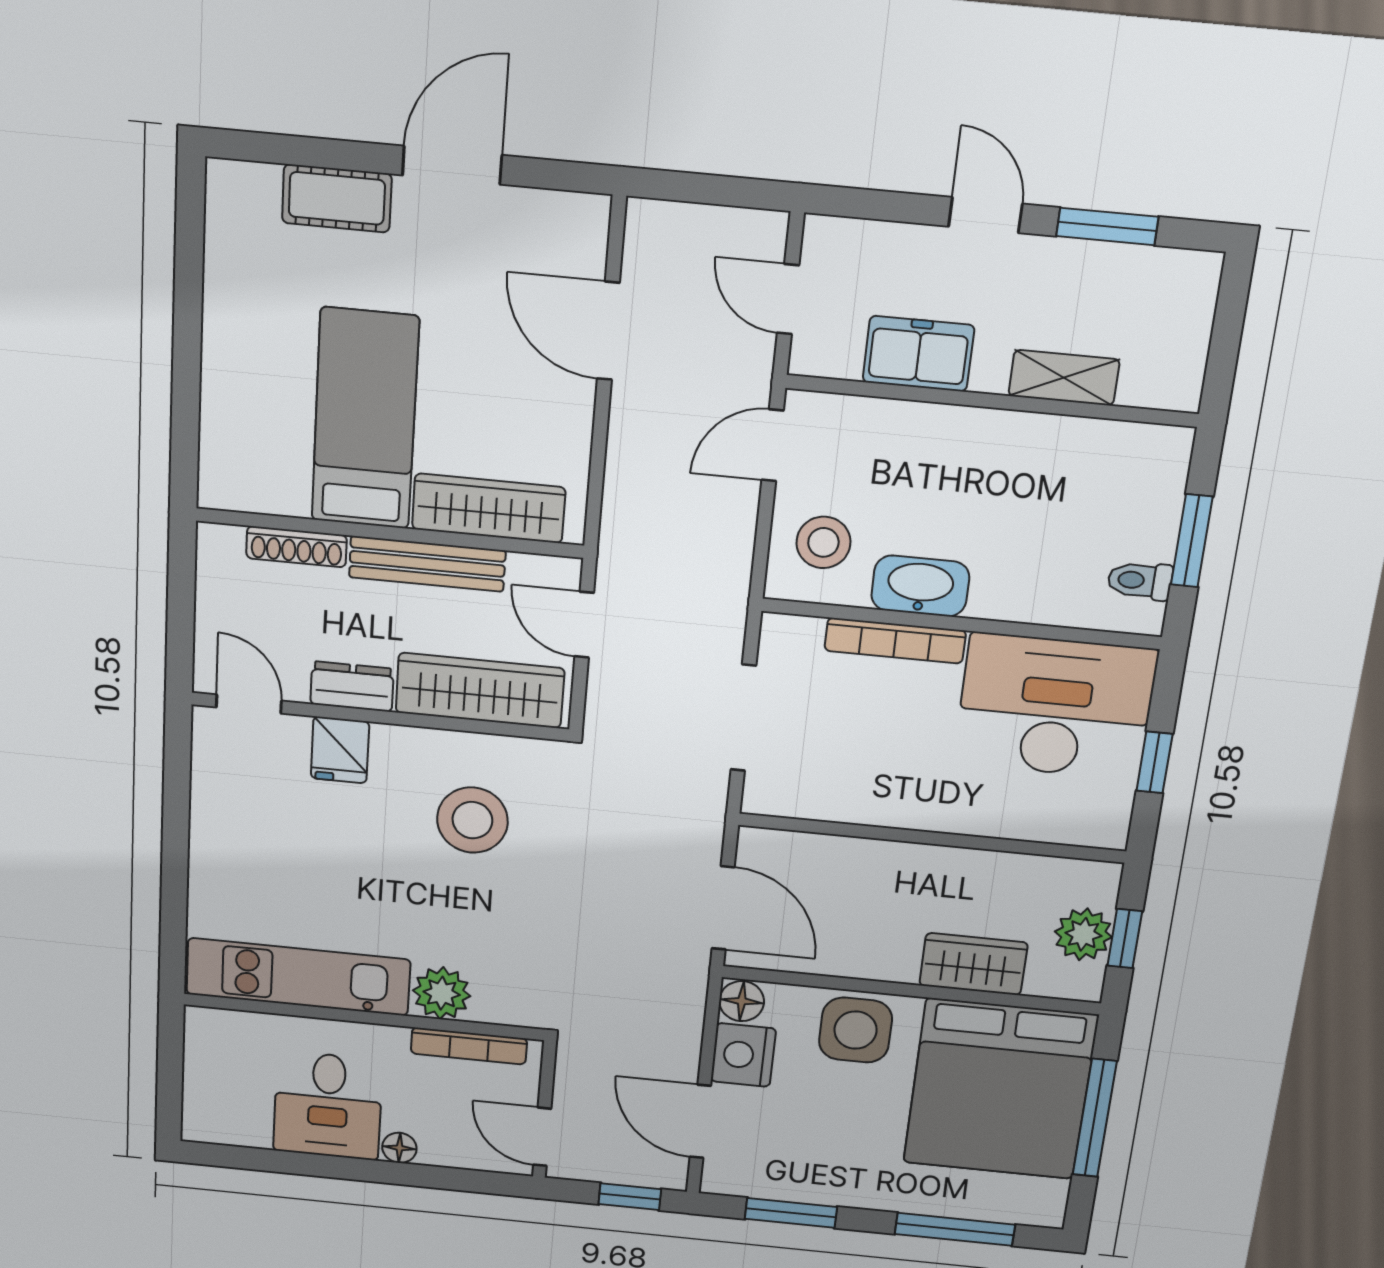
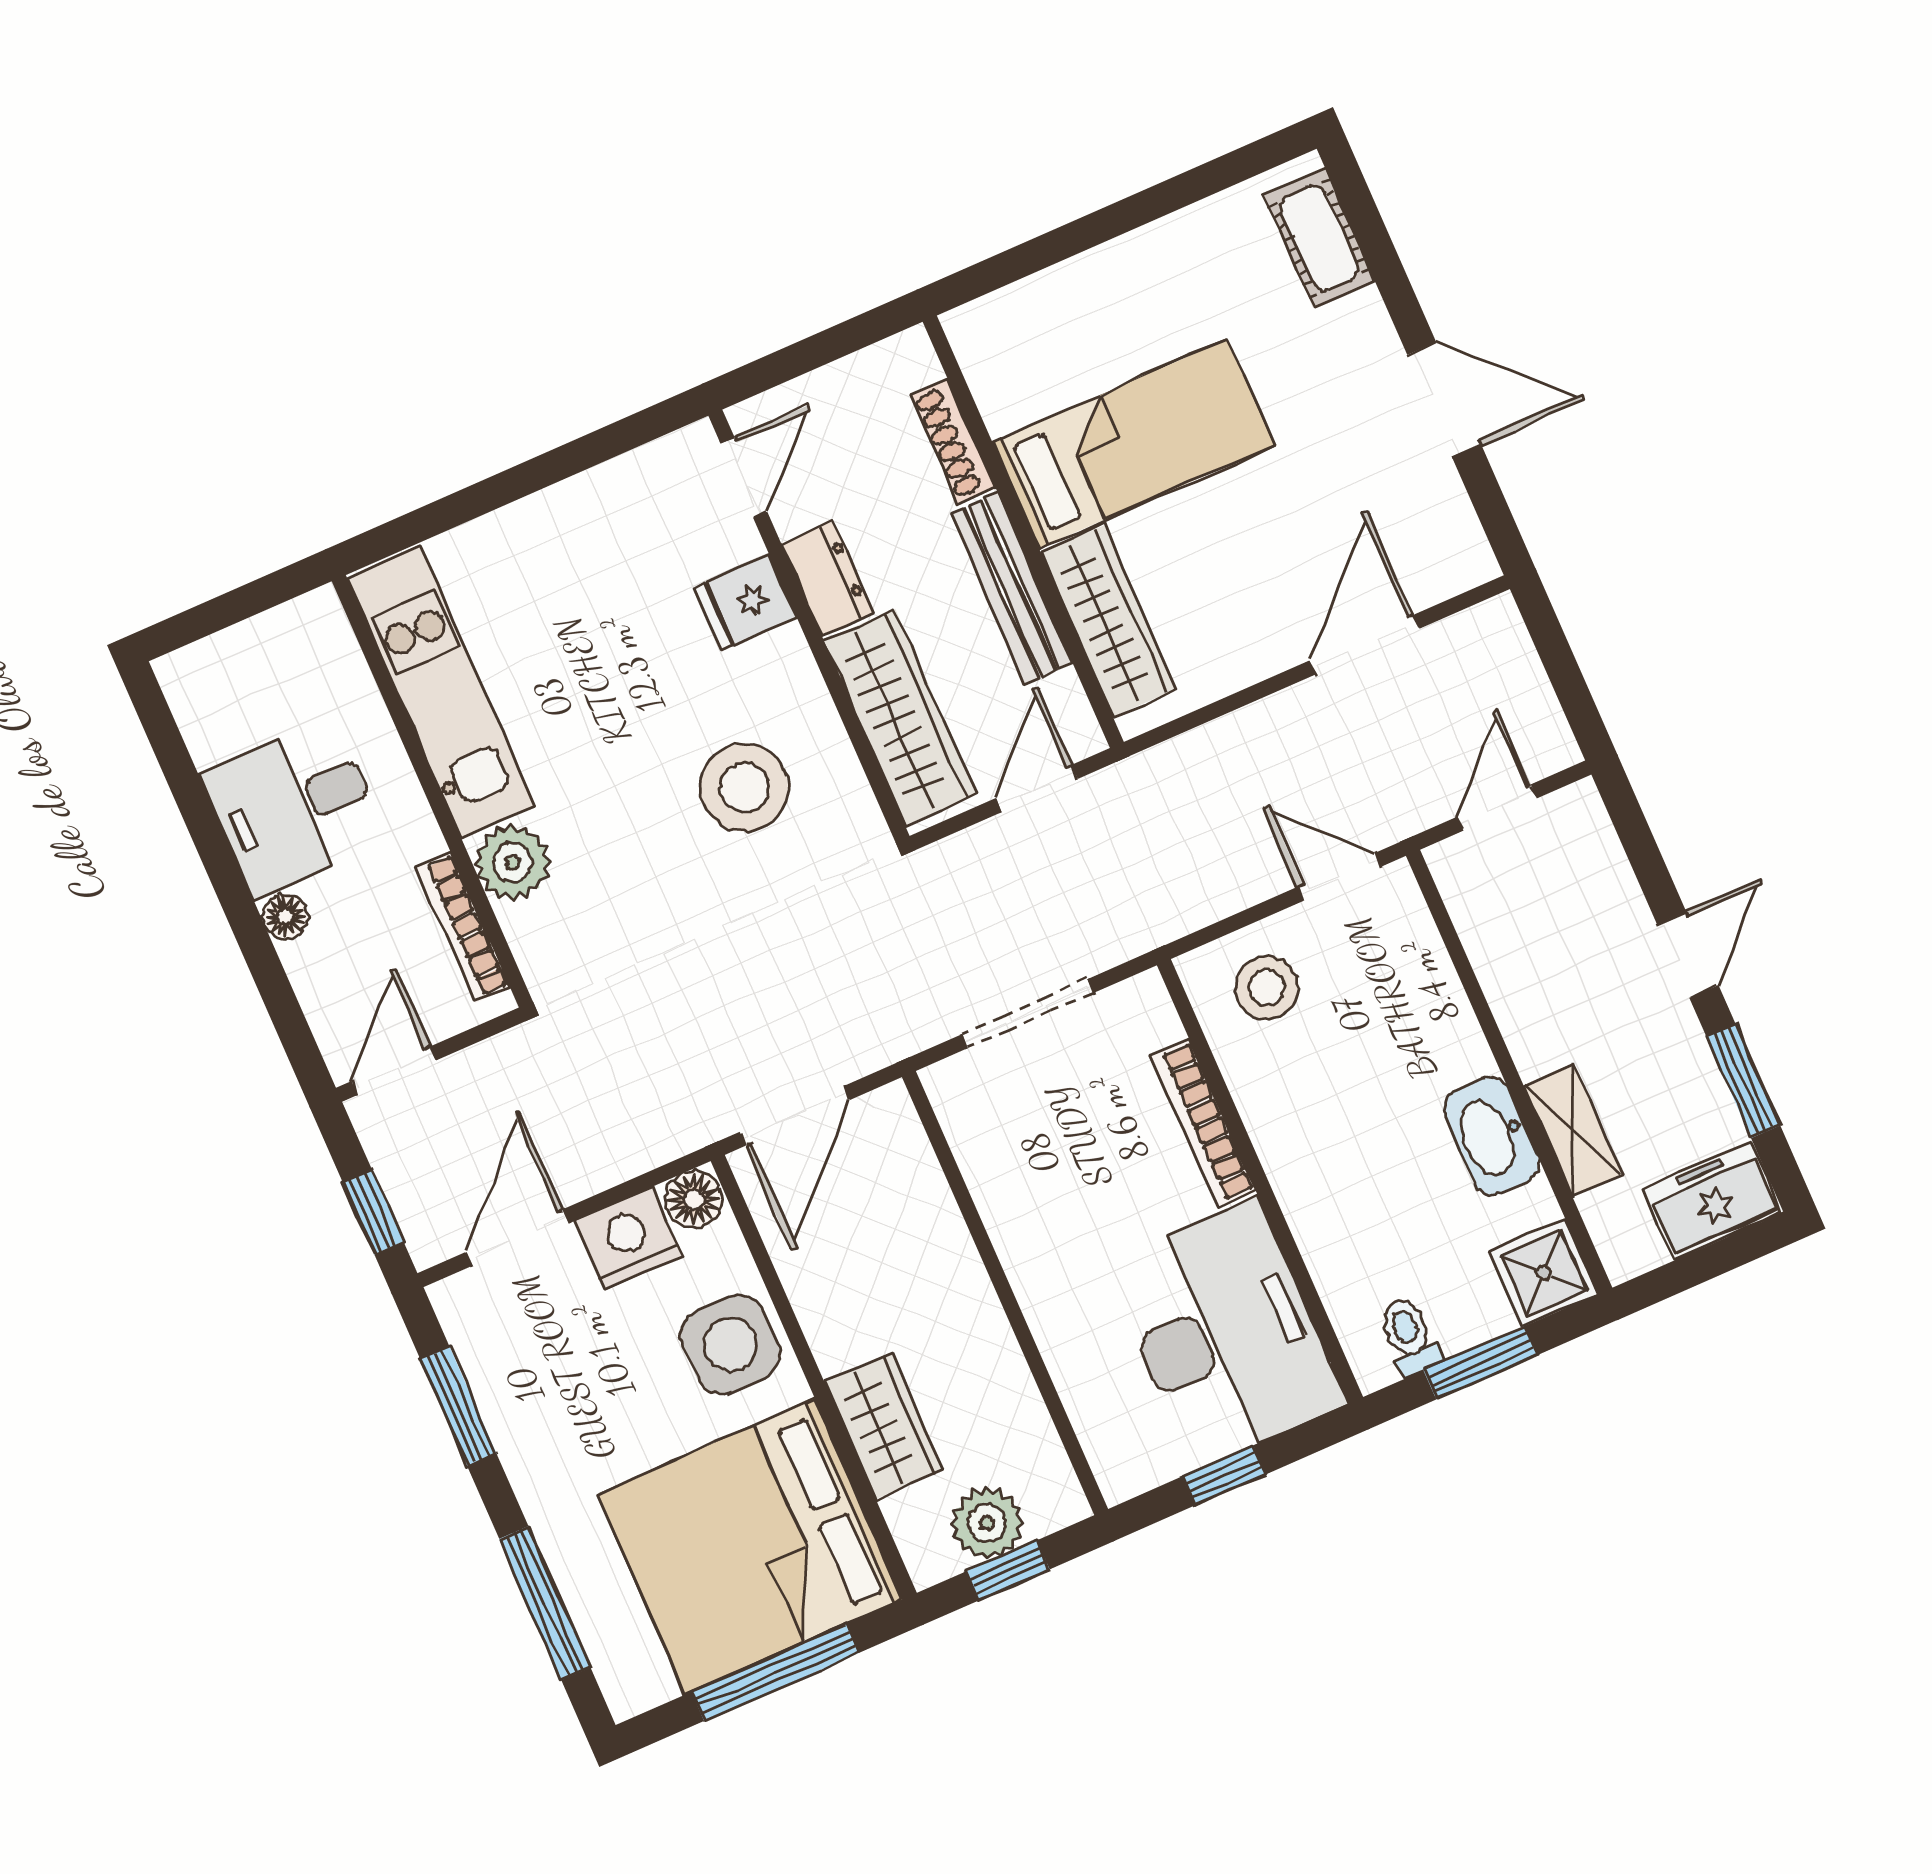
cot: (337, 198) -> (1319, 238), moved
freezer: (918, 354) -> (1713, 1201), moved, turned -90
shower: (1156, 458) -> (1544, 1273), added
washbasin: (920, 586) -> (1491, 1136), moved, turned 180

